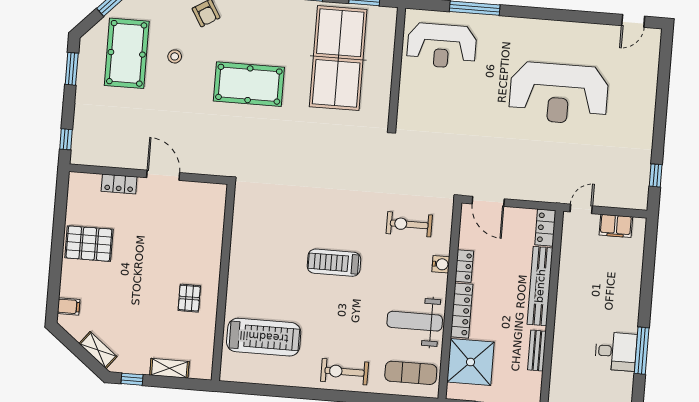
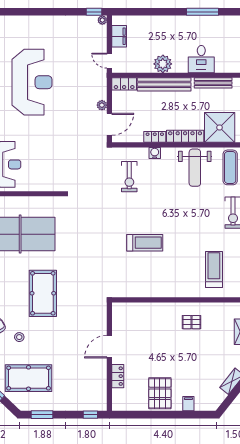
stool: (175, 56) -> (19, 337), moved
window: (656, 175) -> (94, 12), moved
plant: (517, 193) -> (102, 105), added
plant: (641, 203) -> (102, 20), added
treadmill: (334, 263) -> (145, 243), moved, turned -90
plant: (570, 286) -> (163, 64), added
filing cabinet: (69, 306) -> (188, 404), moved
treadmill: (264, 337) -> (214, 269), width x0.73, depth x0.73
bench: (537, 351) -> (213, 83), width x1.36
desk: (616, 351) -> (201, 59), moved, turned 180

